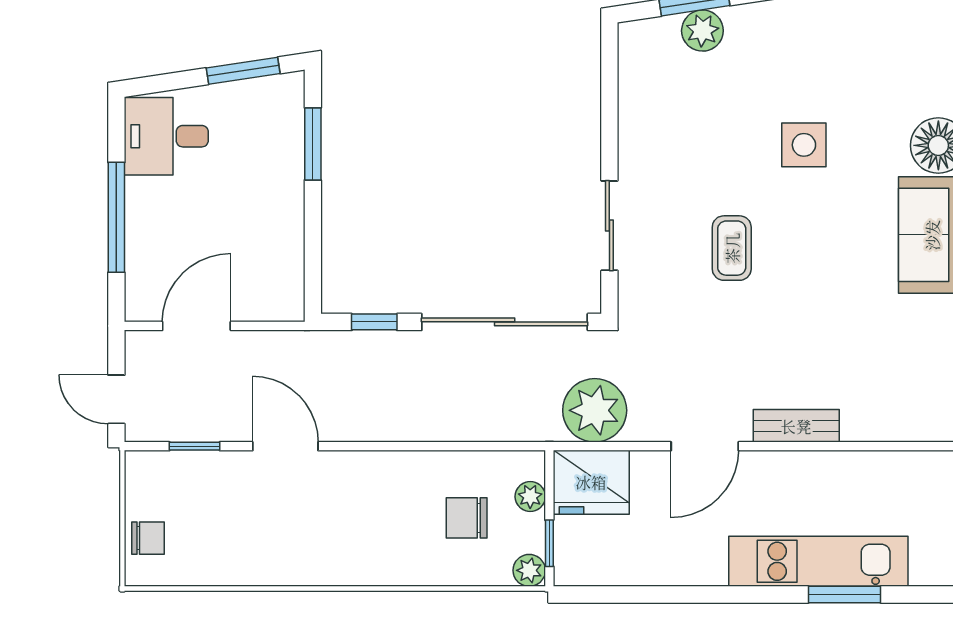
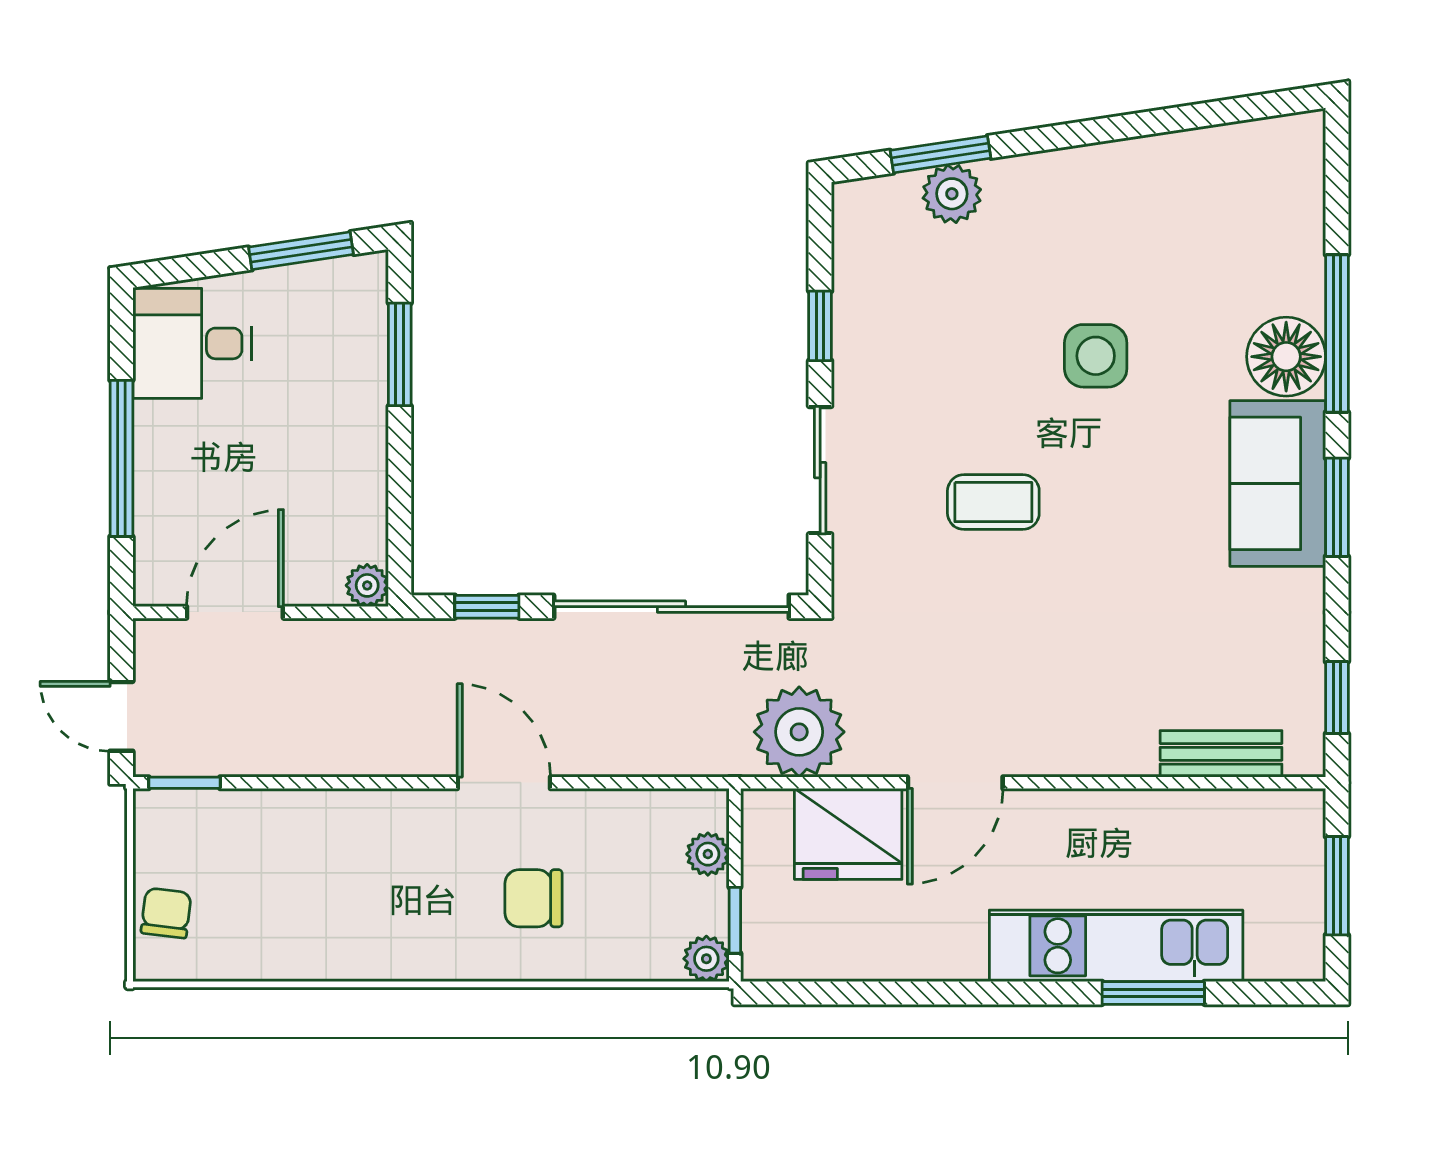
window: (609, 124) -> (820, 326), added
coffee table: (732, 248) -> (993, 502), turned 90
plant: (290, 307) -> (367, 585), added
bench: (796, 426) -> (1221, 754), moved
window: (195, 446) -> (184, 783), moved
door: (285, 446) -> (504, 783), moved
fridge: (591, 482) -> (848, 834), moved
chair: (467, 518) -> (533, 898), moved
chair: (148, 538) -> (166, 913), turned -83

